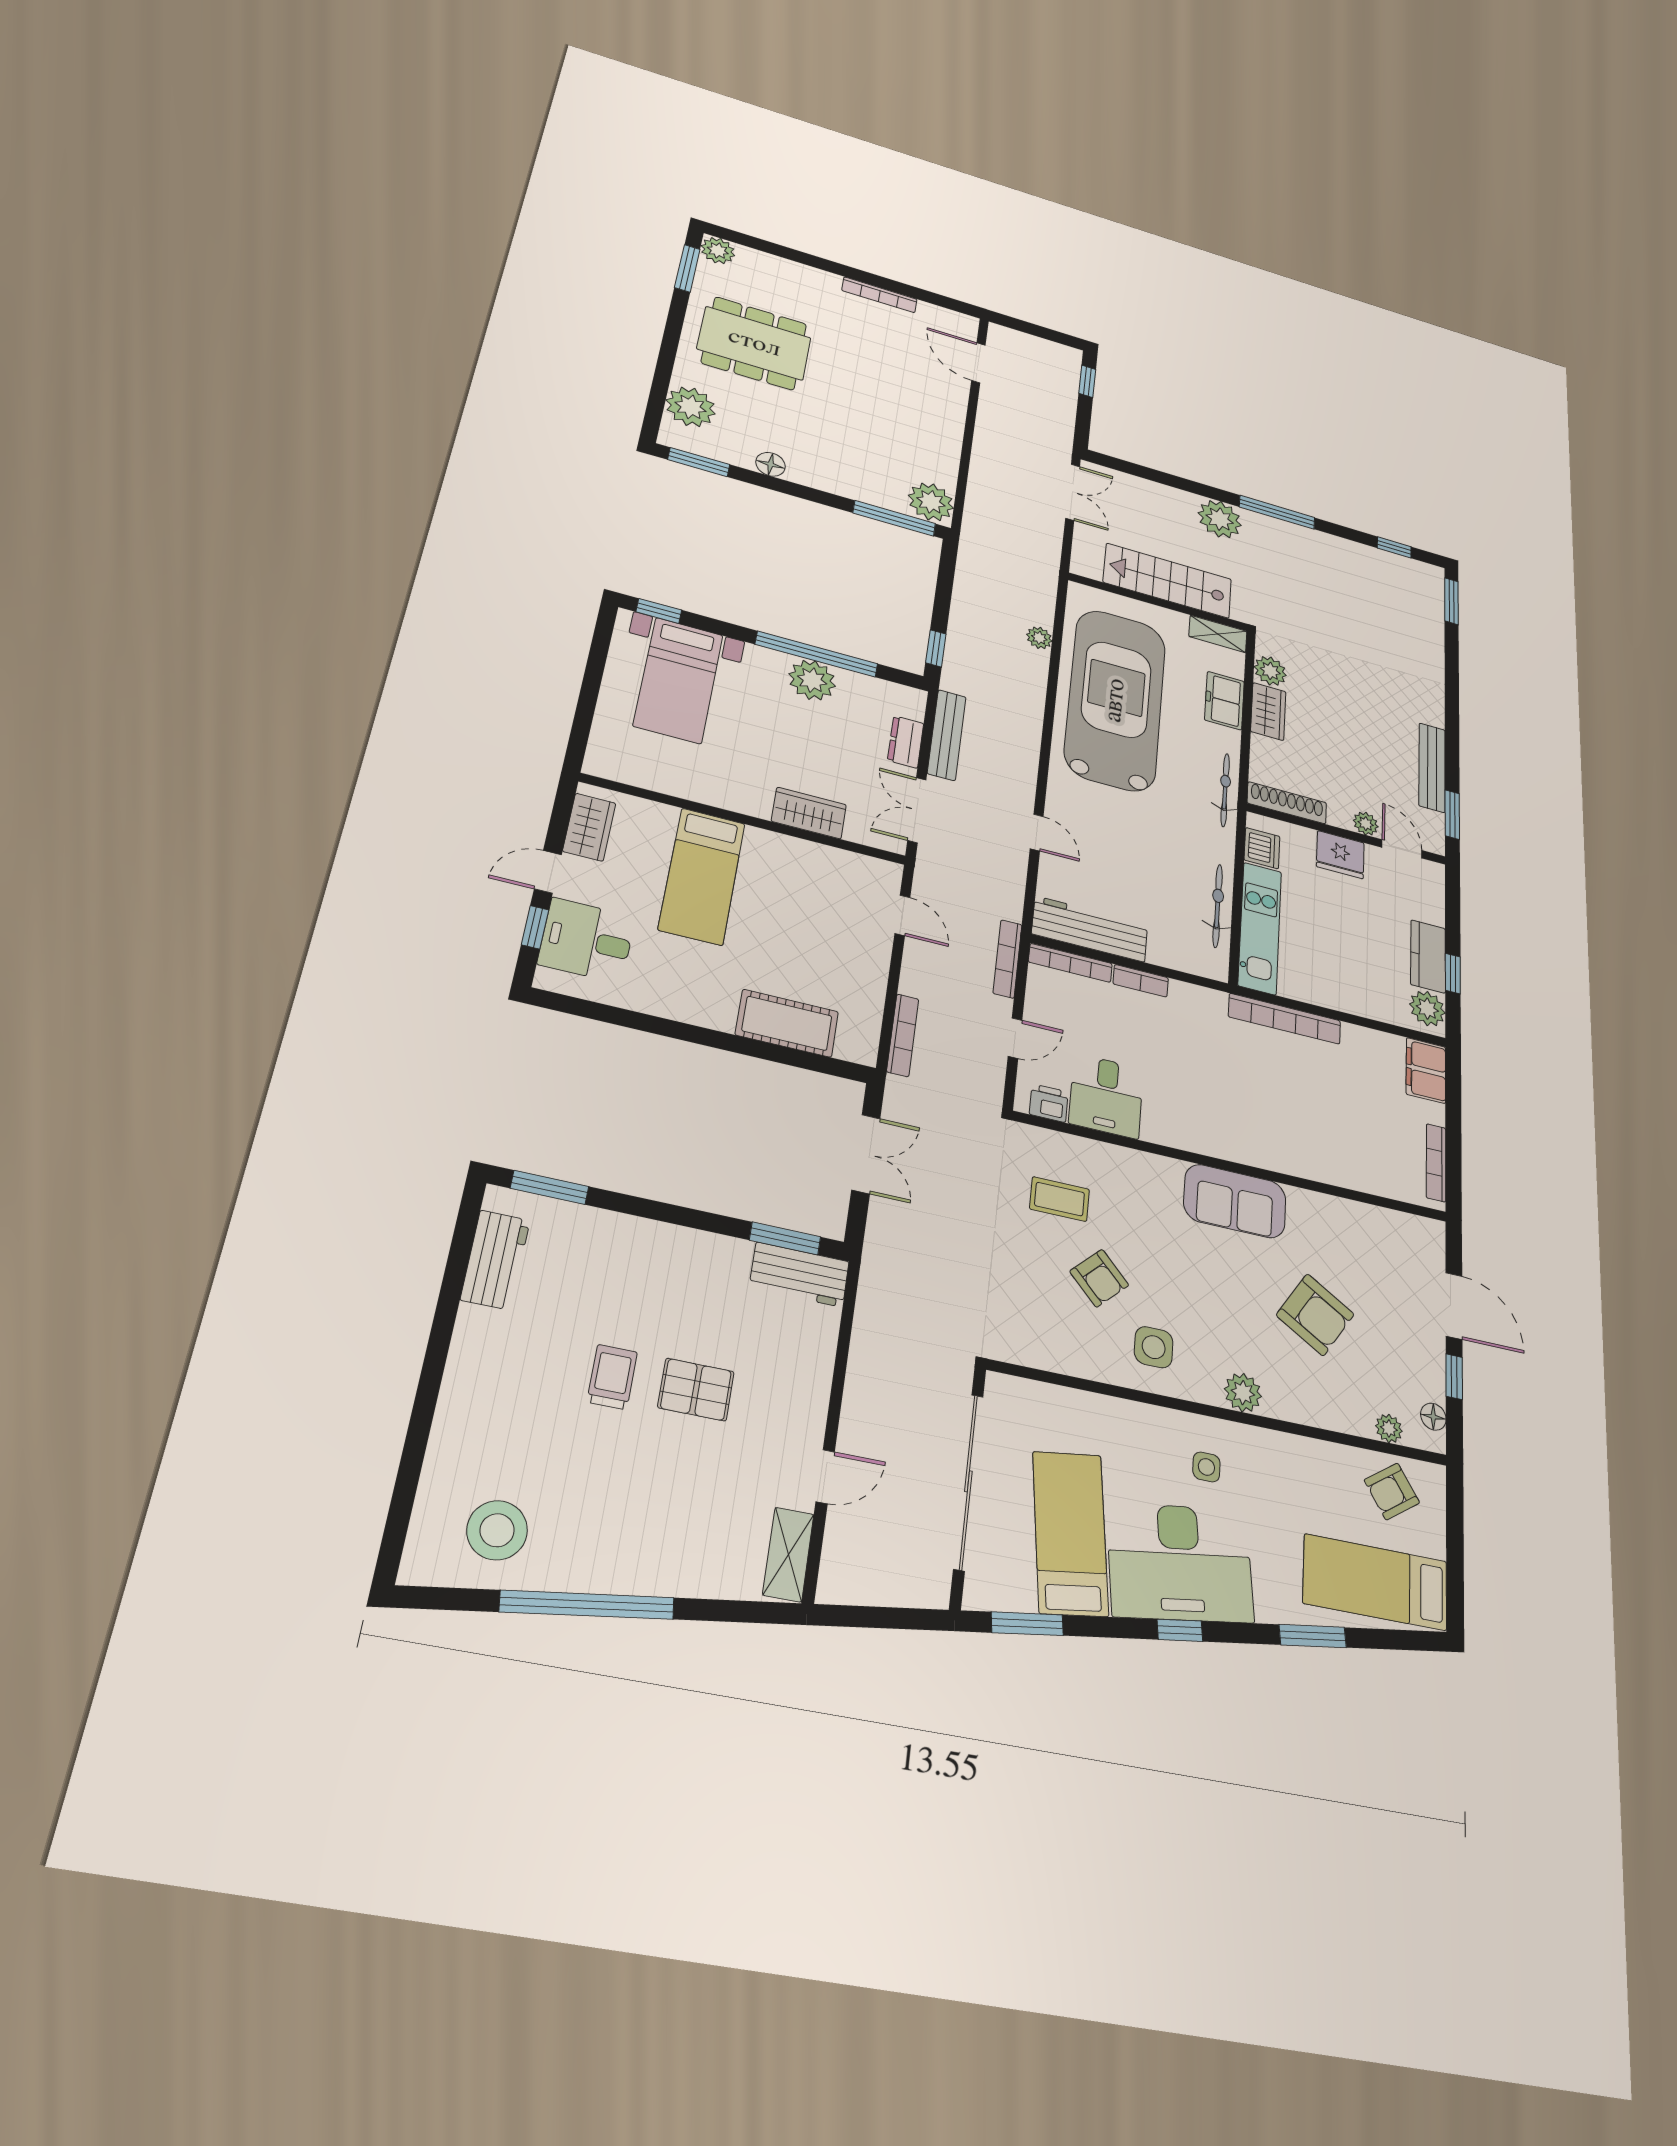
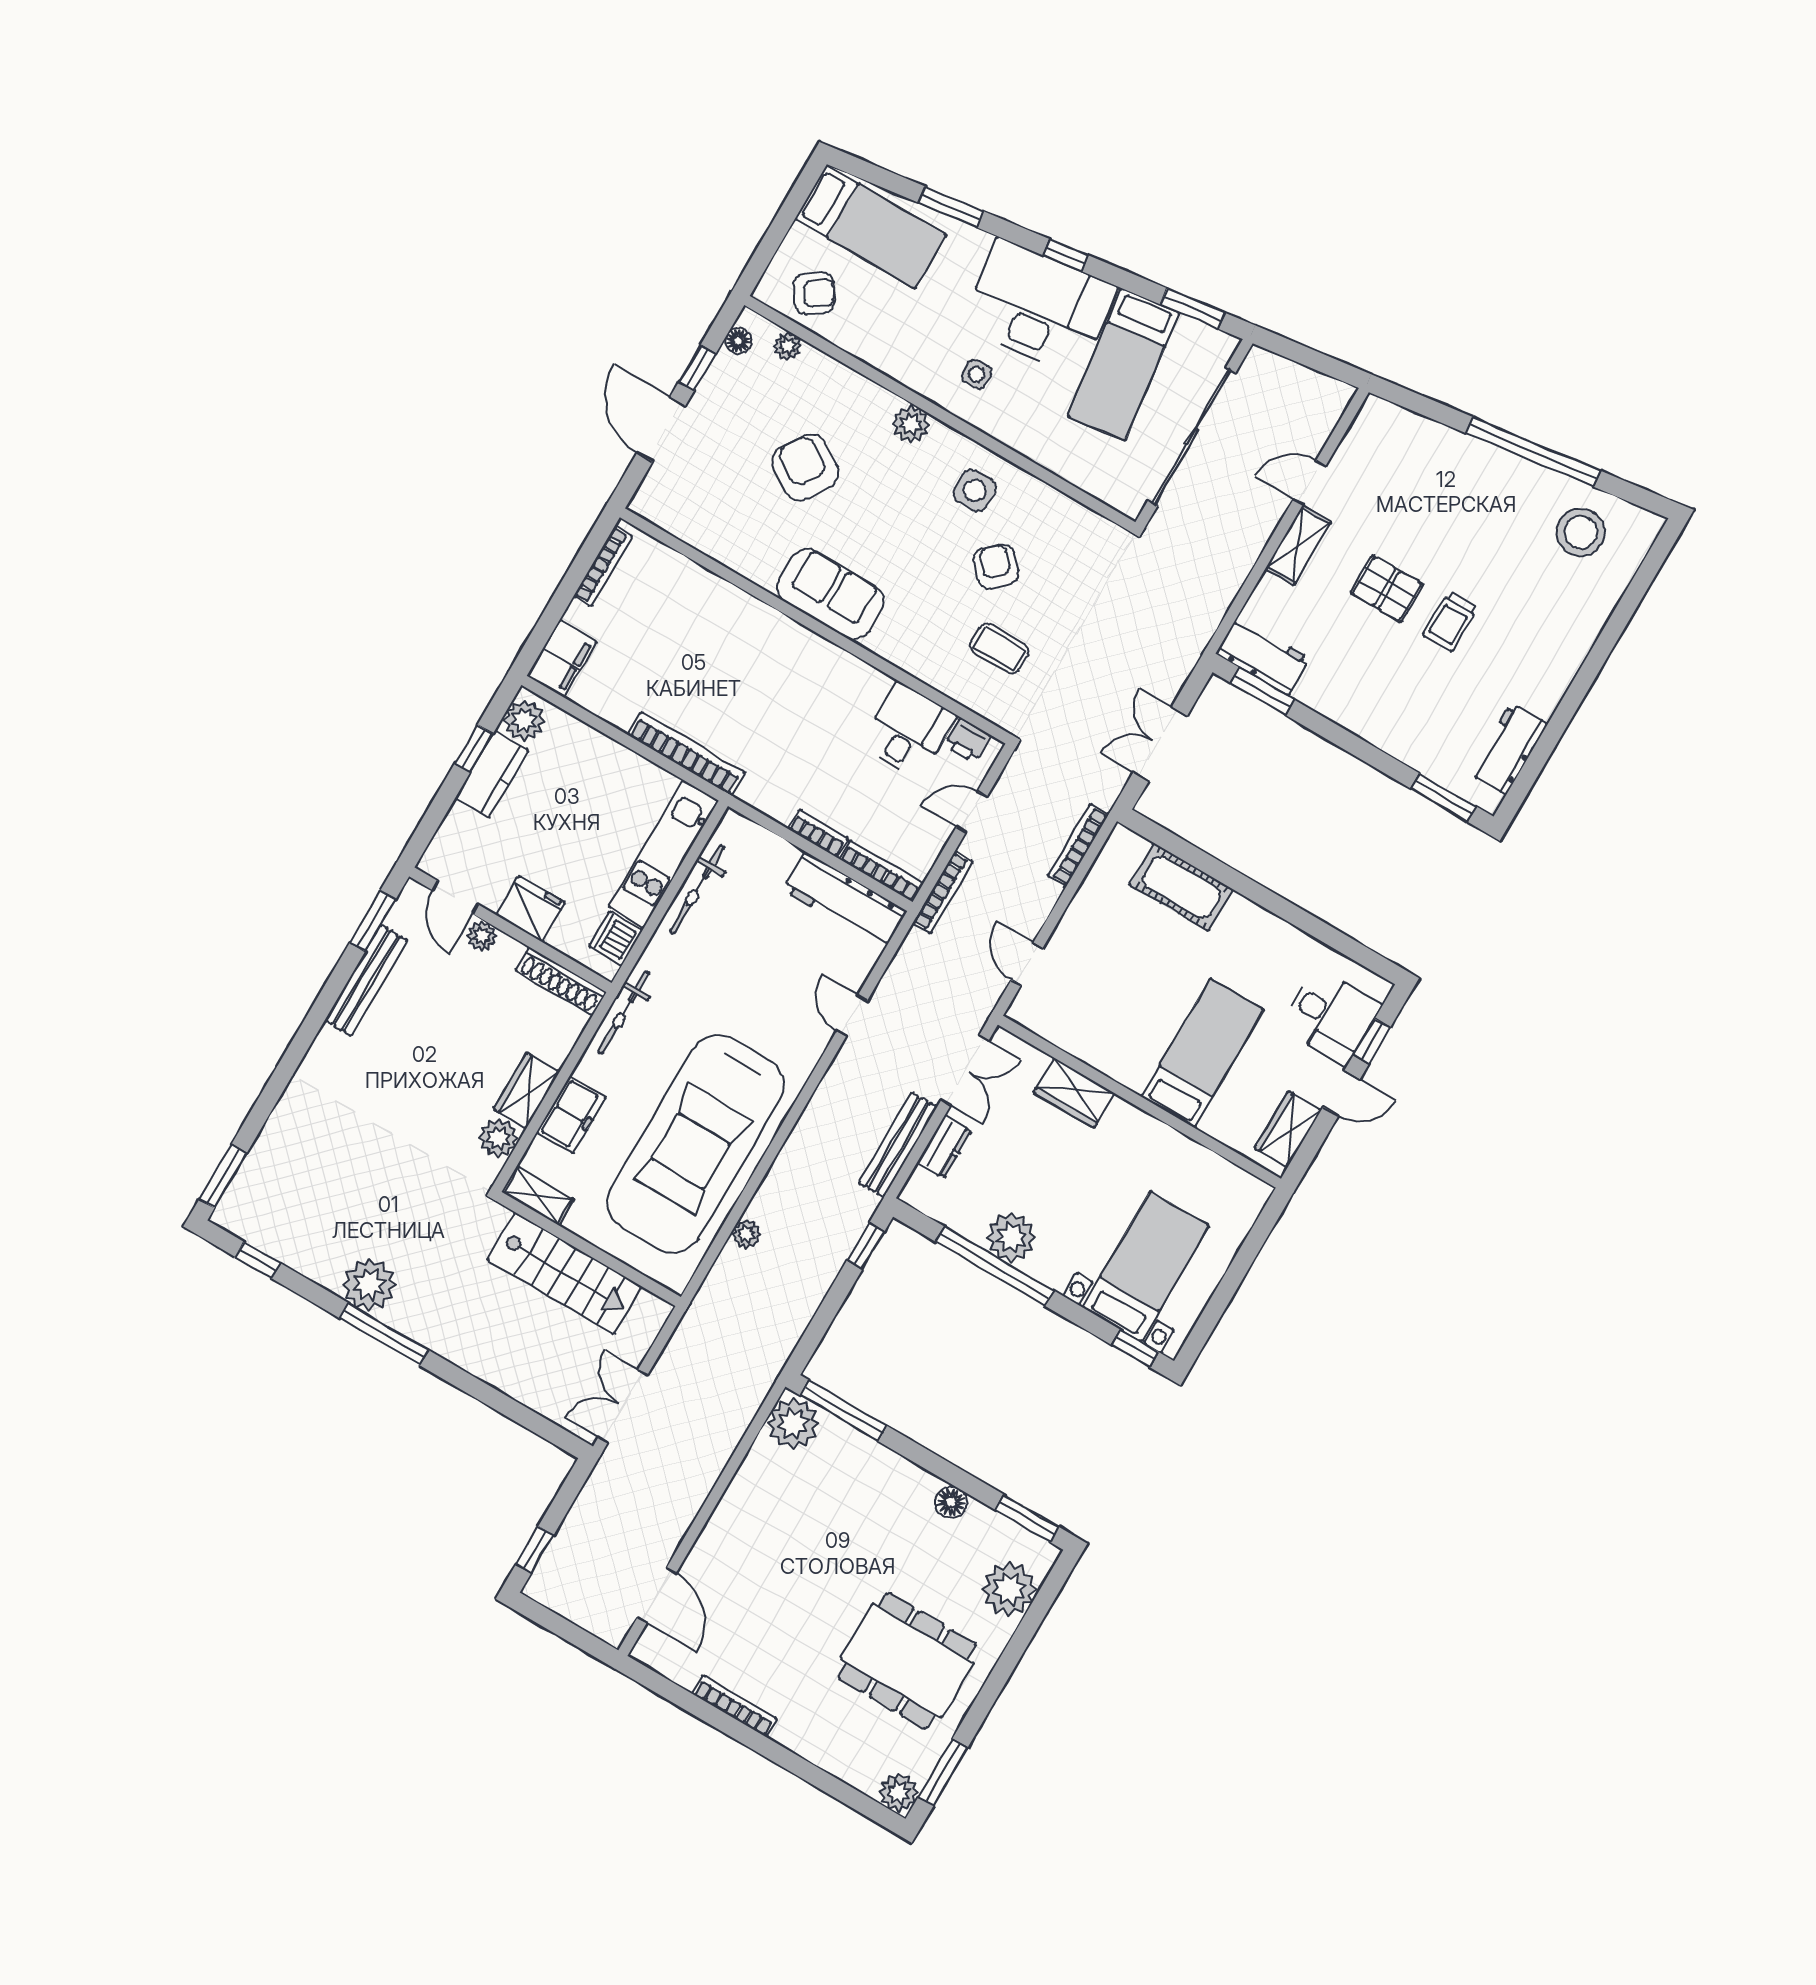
plant: (1220, 519) -> (369, 1285), moved
shelving: (788, 1554) -> (1298, 545), moved

